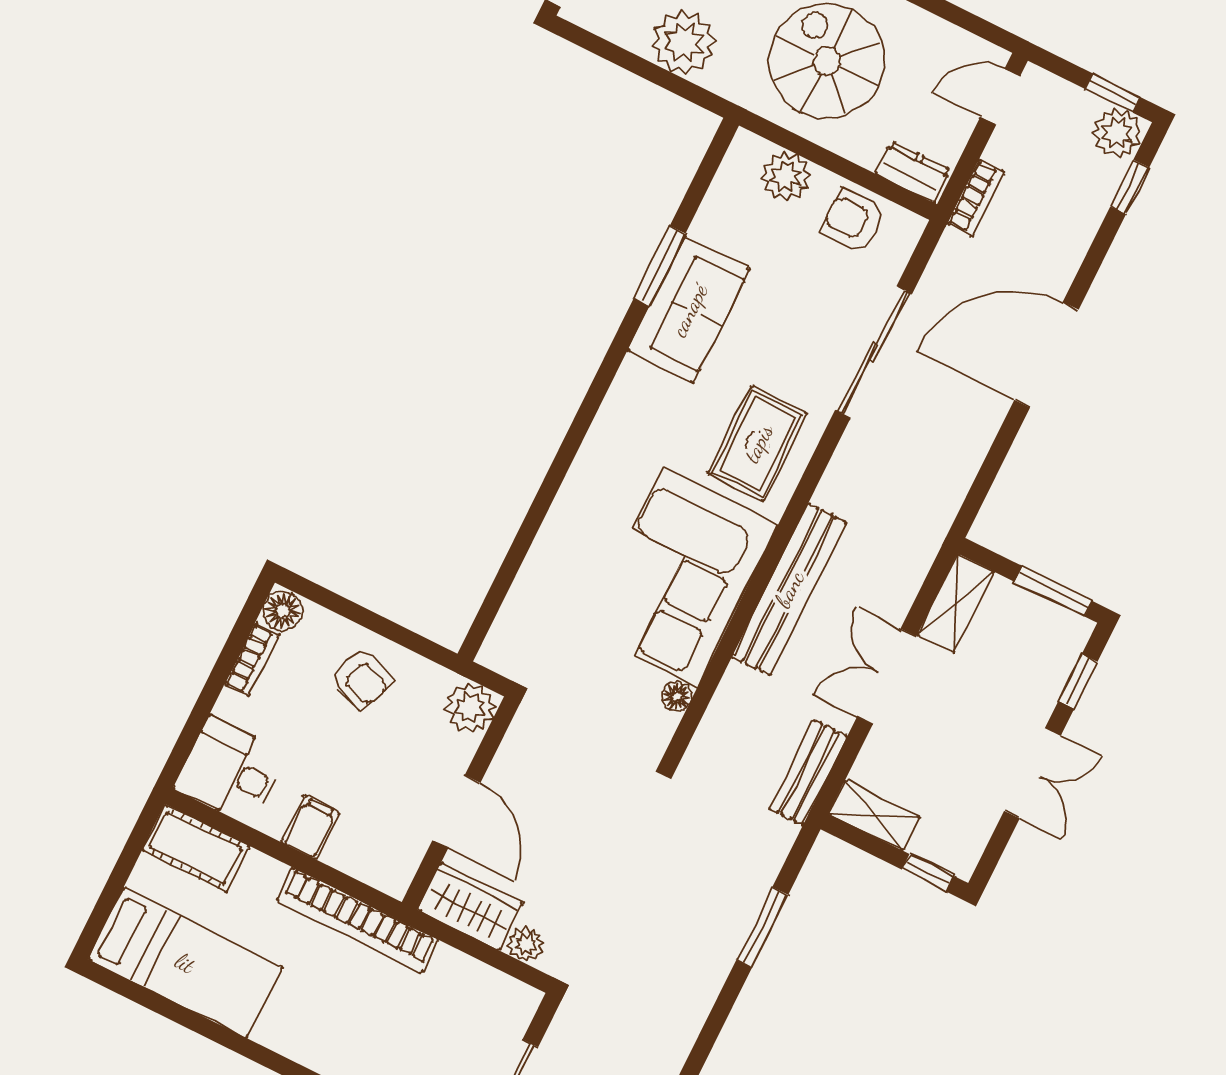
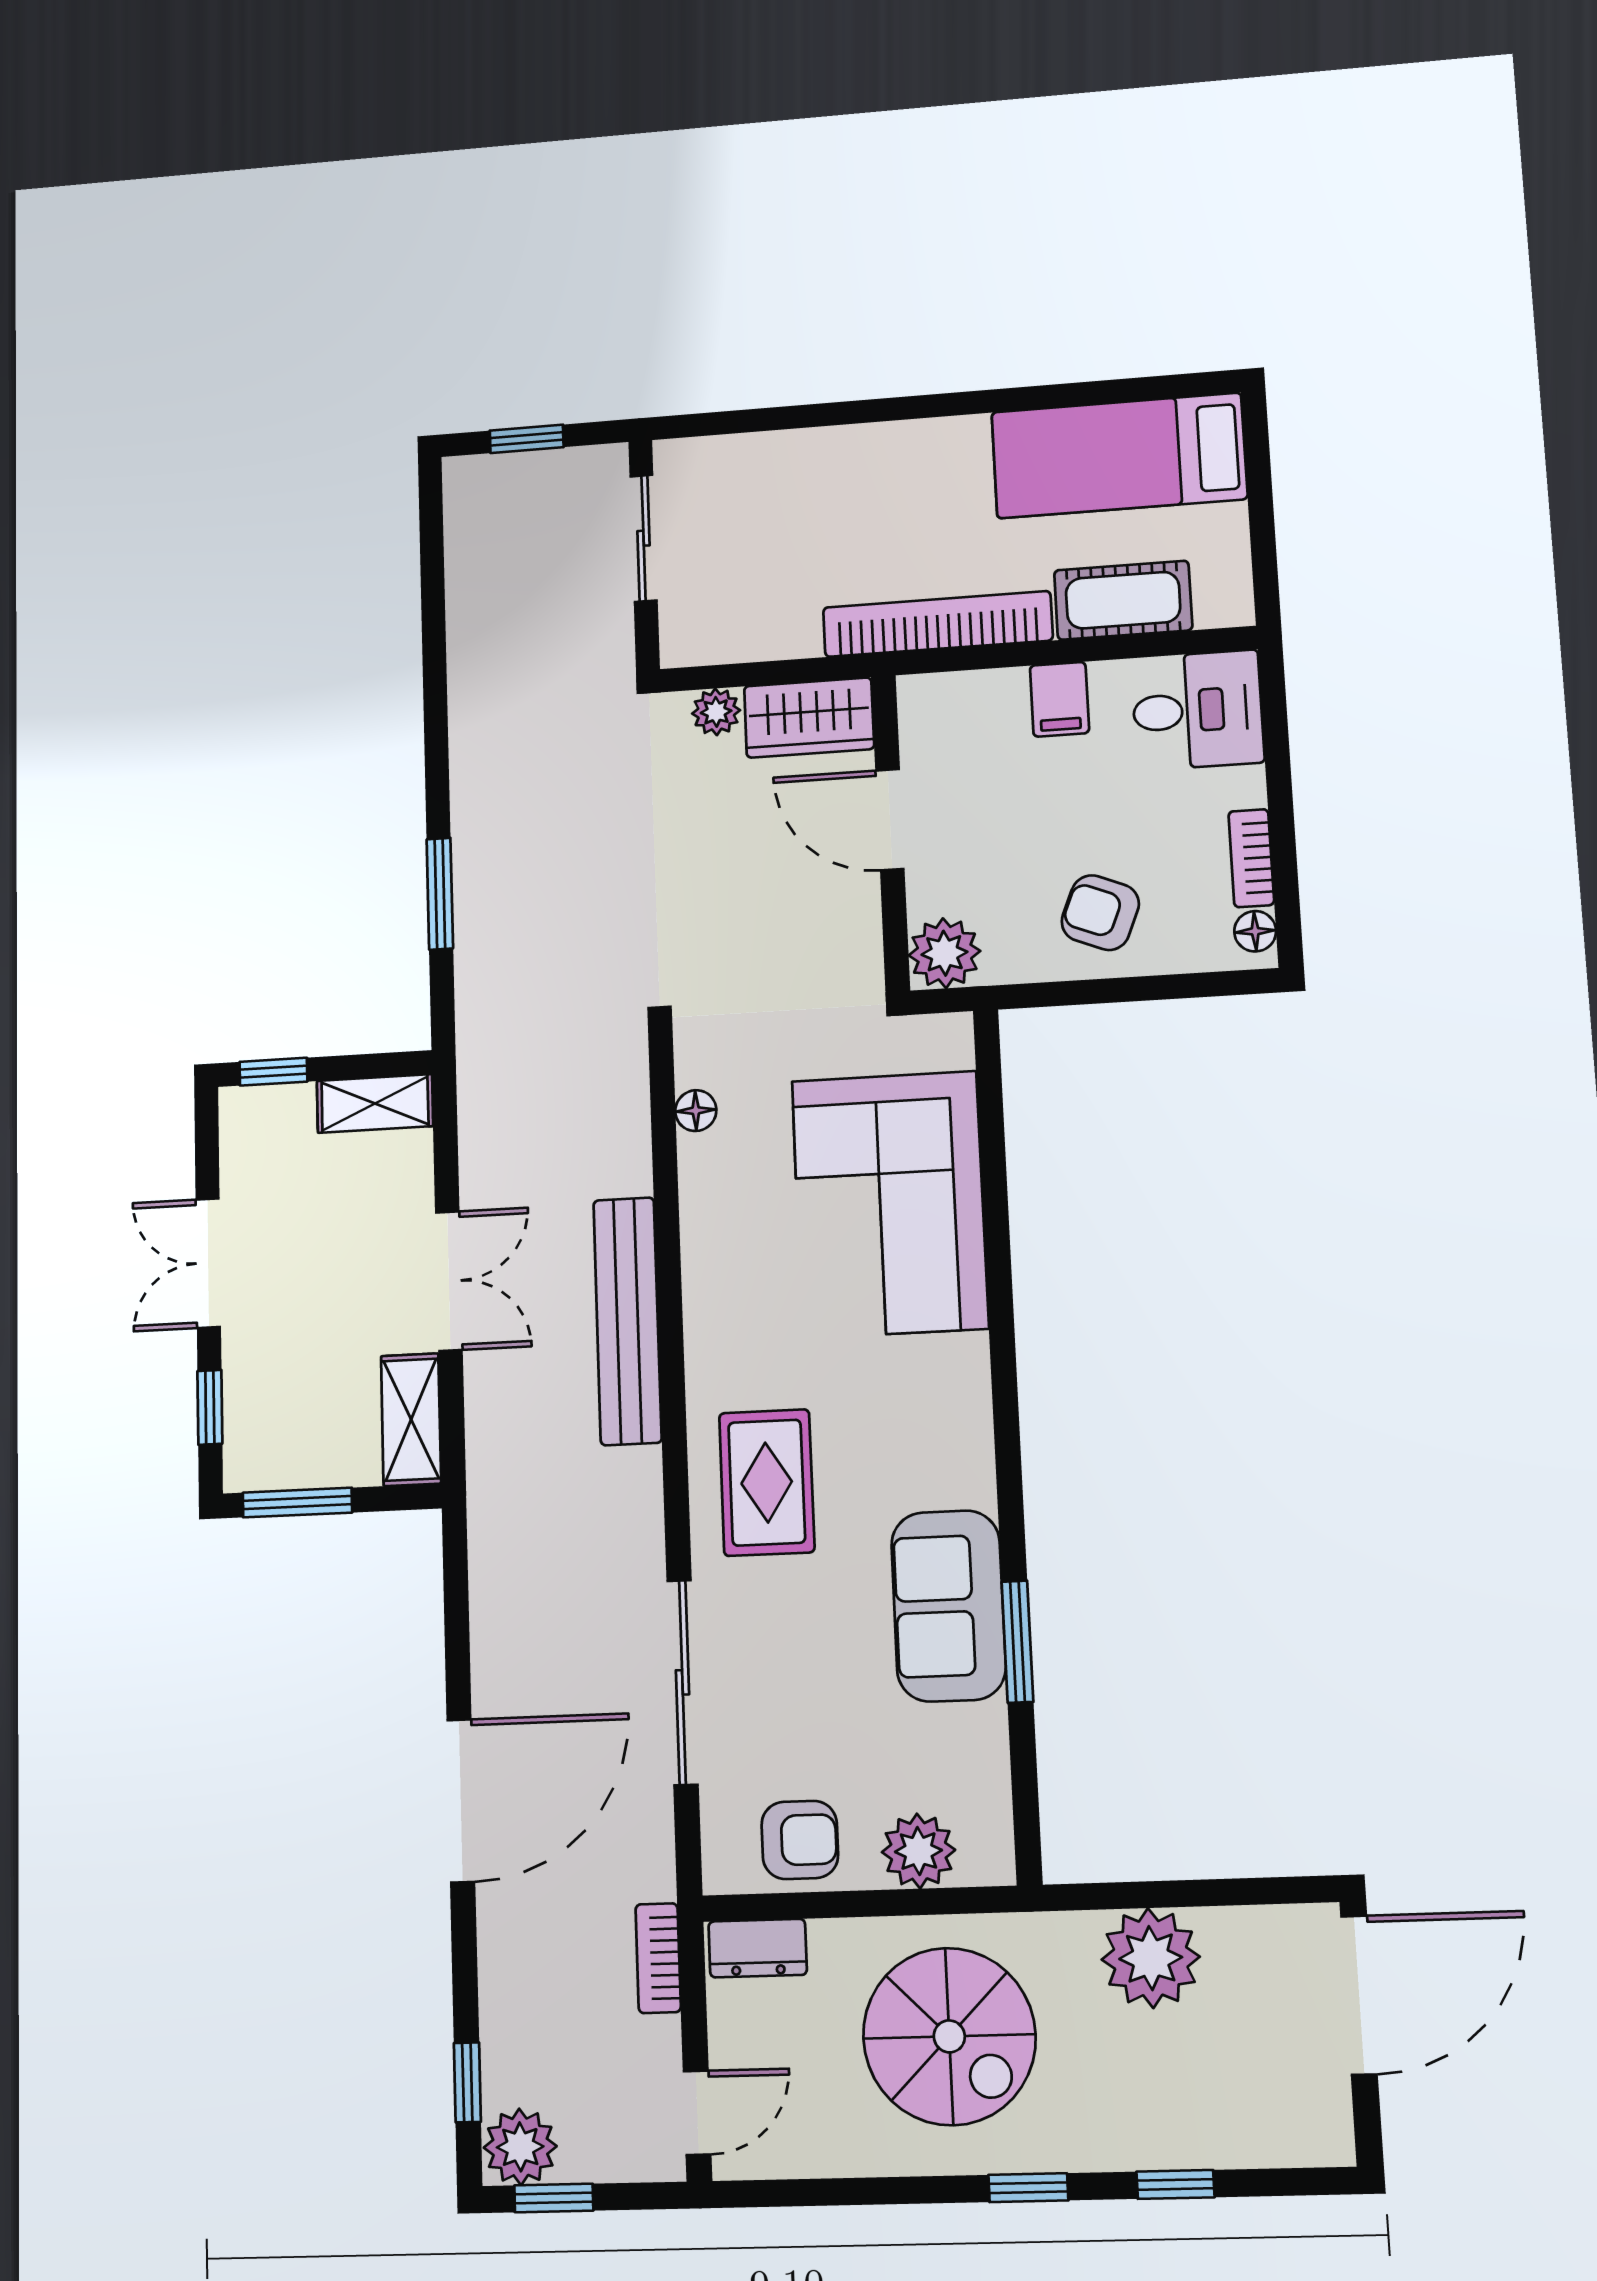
corner sofa: (680, 577) -> (890, 1204), moved, turned 180
floor lamp: (283, 611) -> (1255, 931), width x0.73, depth x0.73
bench: (808, 772) -> (483, 1110), removed
cot: (196, 848) -> (1123, 600), moved

